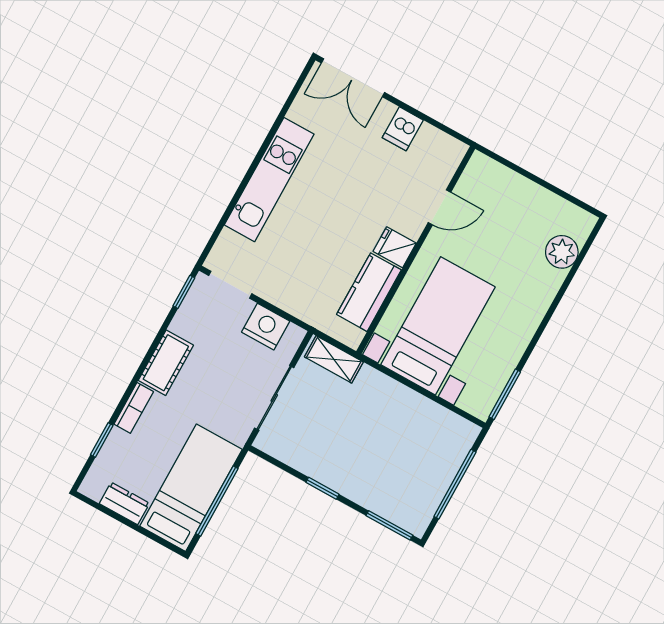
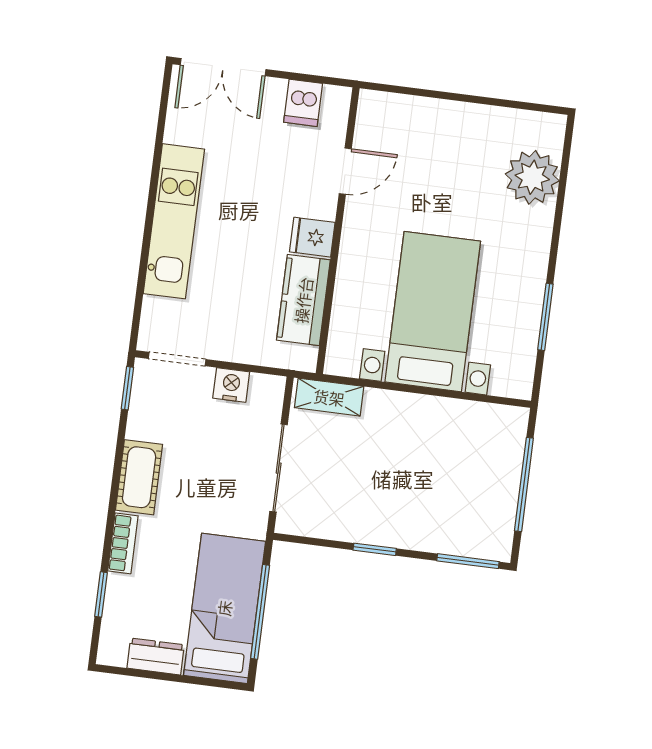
door: (439, 207) -> (345, 171), moved
fridge: (395, 247) -> (312, 237), moved
wall: (416, 250) -> (338, 231), moved
plant: (562, 252) -> (532, 177), width x1.36, depth x1.36
kitchen counter: (369, 292) -> (303, 300), moved
nightstand: (266, 327) -> (231, 385), width x0.74, depth x0.75
window: (505, 394) -> (545, 317), moved

